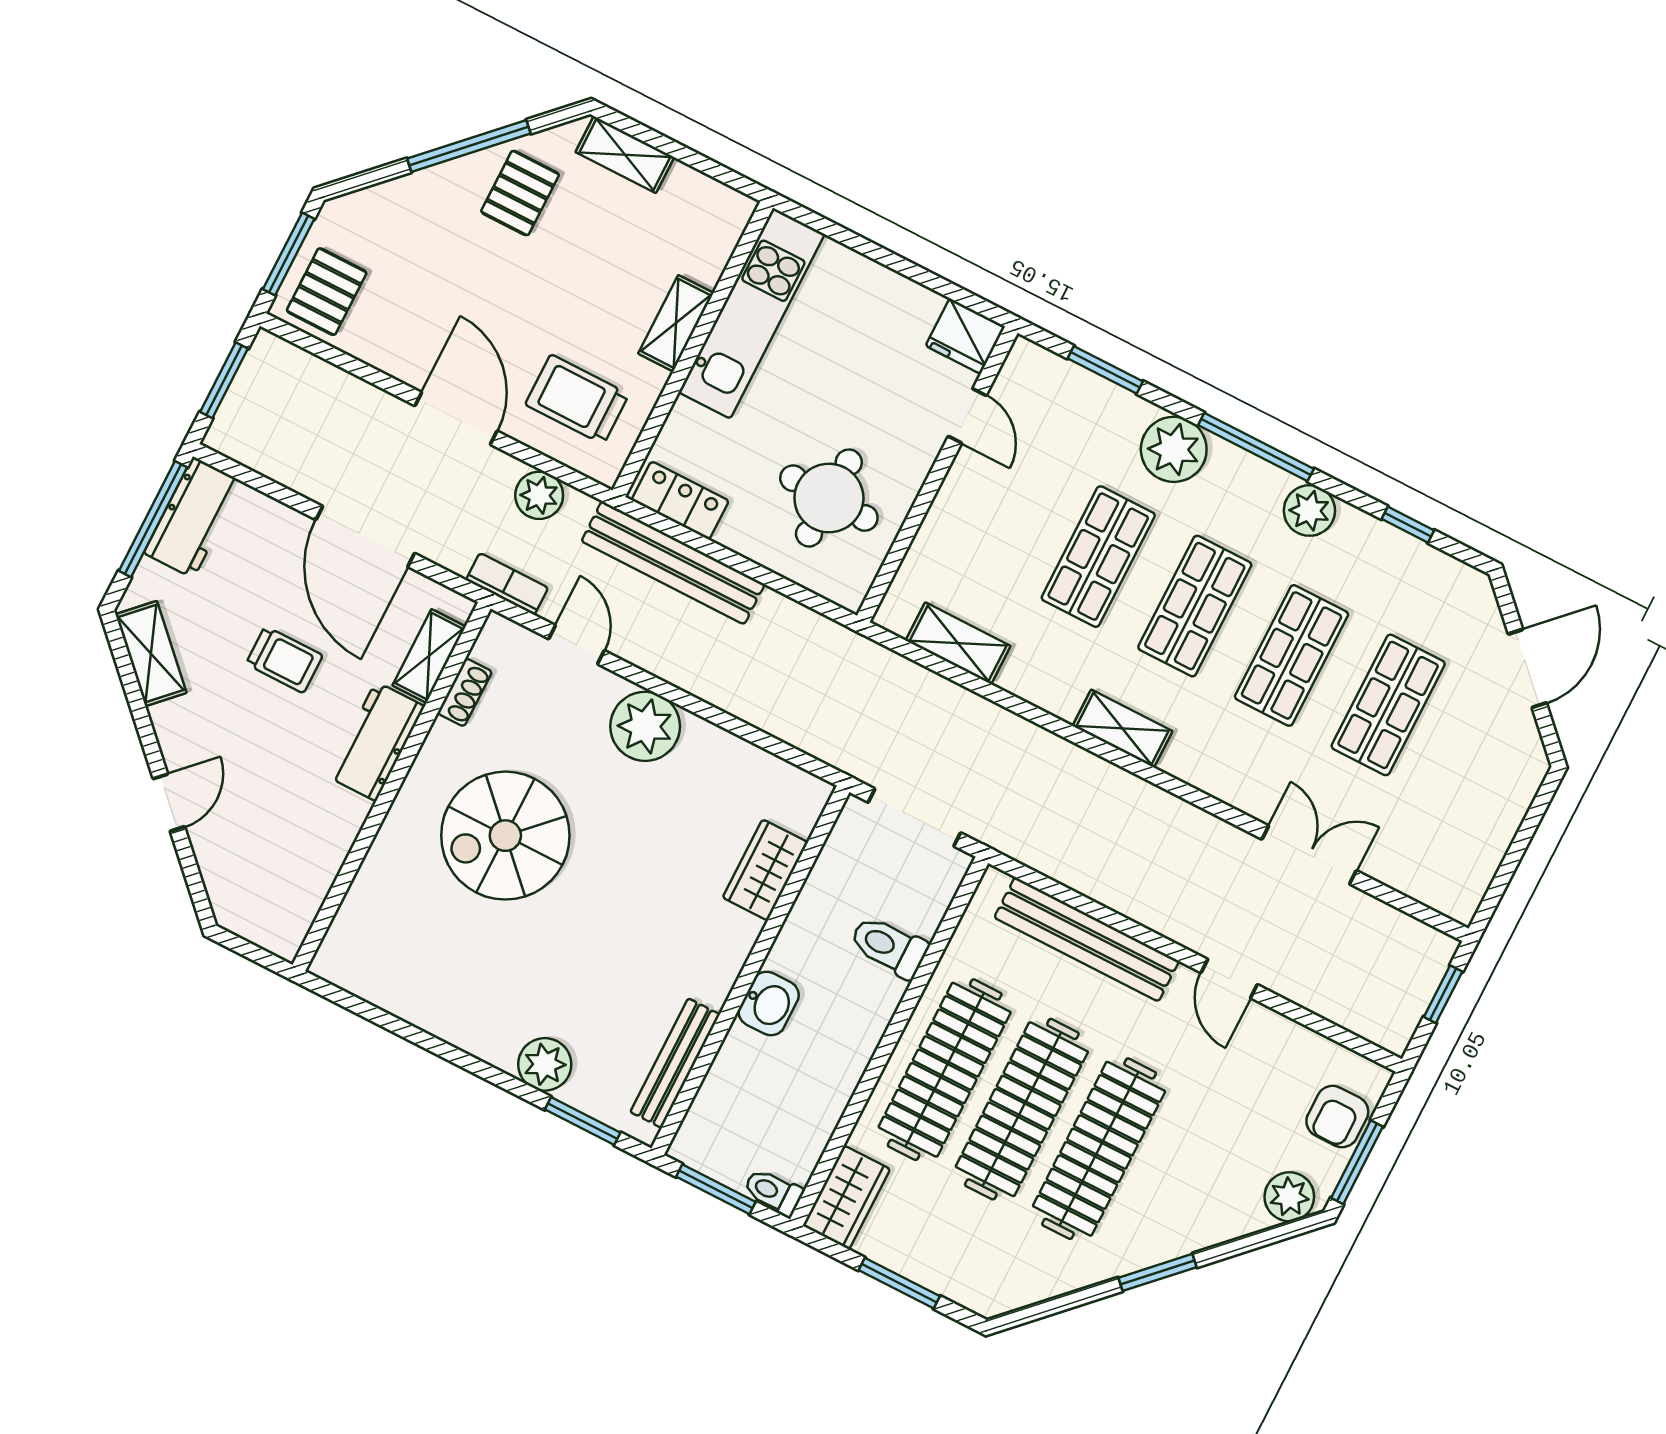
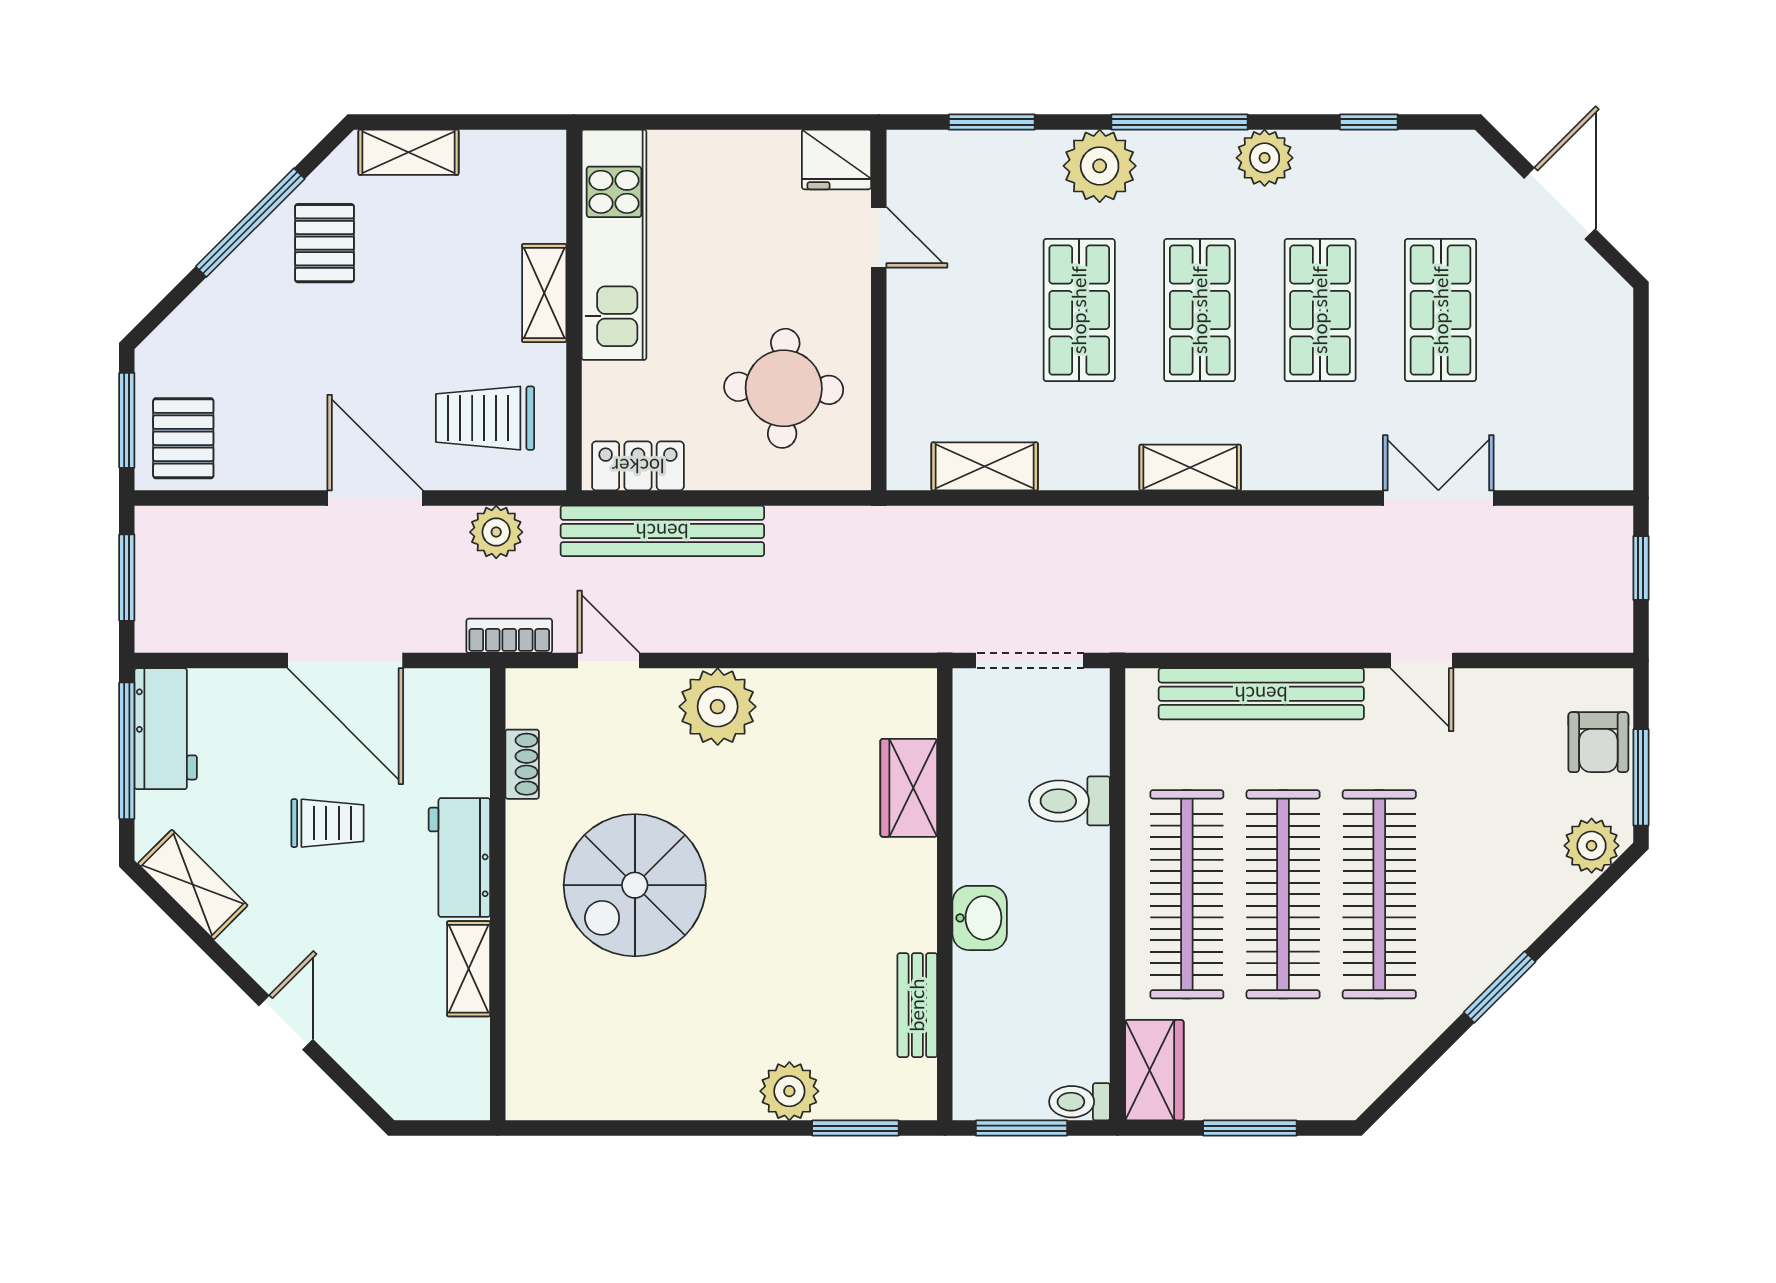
shelving: (429, 656) -> (469, 969), moved
bench: (675, 1063) -> (917, 1005), width x0.73

